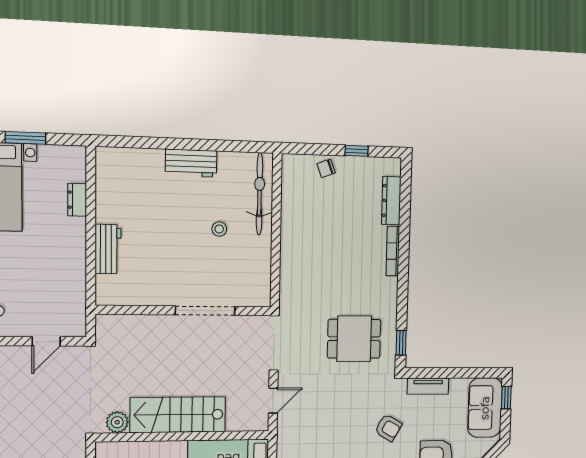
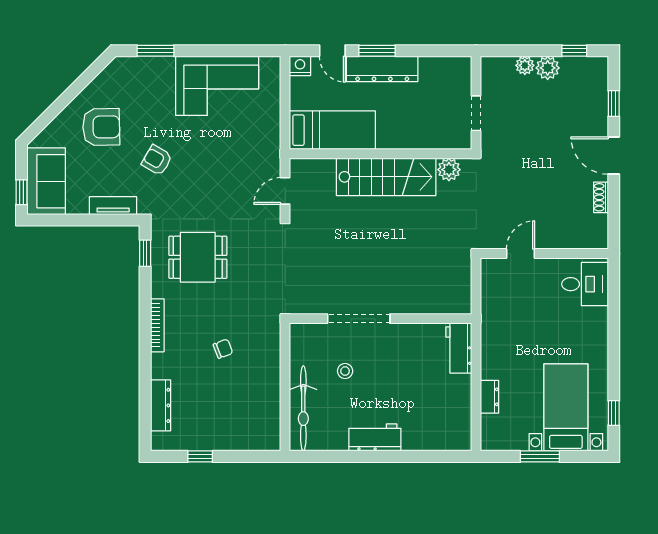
chair: (326, 168) -> (223, 349), moved
bookcase: (393, 251) -> (157, 325), moved
wall: (184, 310) -> (381, 319), moved
doorway: (205, 311) -> (359, 319), moved

